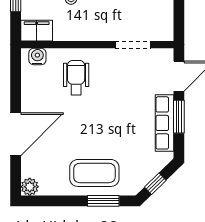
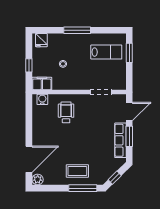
door: (16, 134) -> (29, 159), moved
coffee table: (94, 173) -> (77, 171), width x0.73, depth x0.76
window: (103, 201) -> (83, 188), width x1.44

